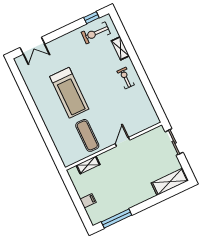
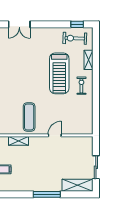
treadmill: (69, 93) -> (59, 73), moved
sliding door: (174, 142) -> (96, 167), moved
window: (117, 218) -> (47, 194), moved

